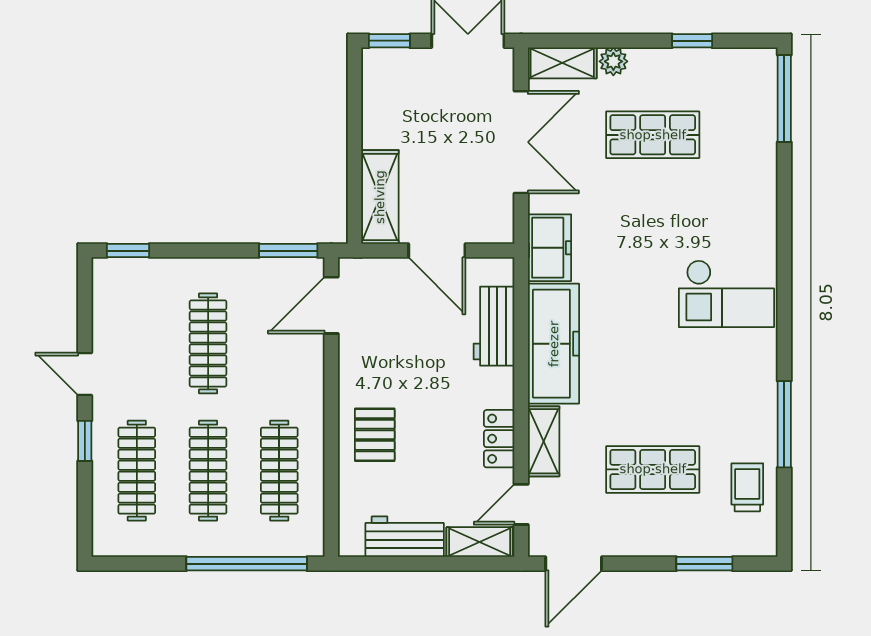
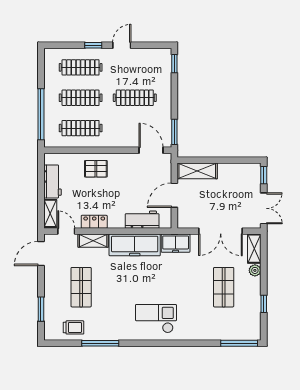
checkout: (726, 294) -> (156, 319), turned 90
door: (574, 564) -> (41, 253), hinge flipped

